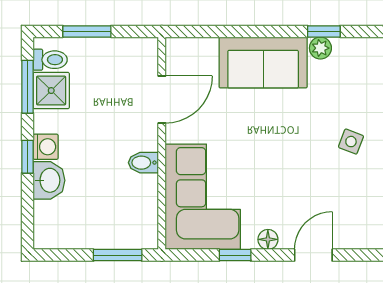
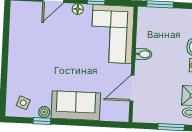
side table: (351, 142) -> (23, 103), moved

